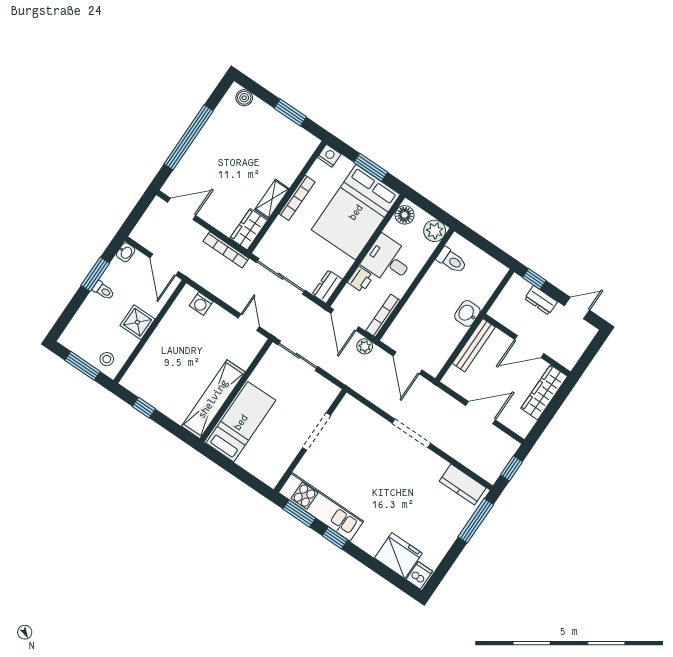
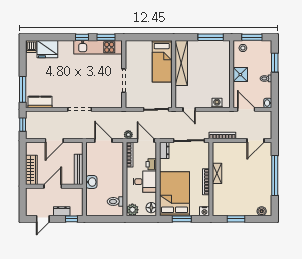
wardrobe: (249, 229) -> (218, 152), removed
window: (95, 274) -> (275, 63), moved
window: (144, 408) -> (211, 37), width x2.17

